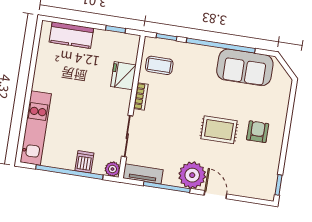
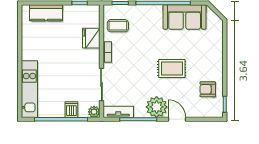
armchair: (258, 132) -> (208, 89), moved, turned -90

